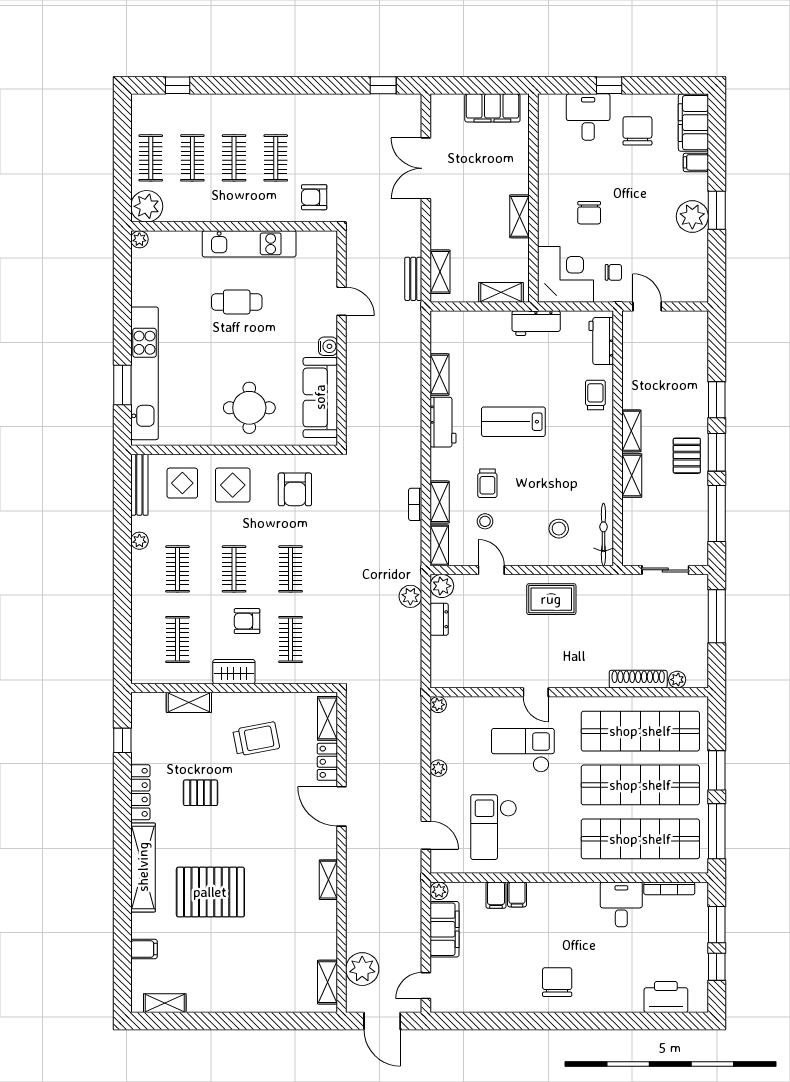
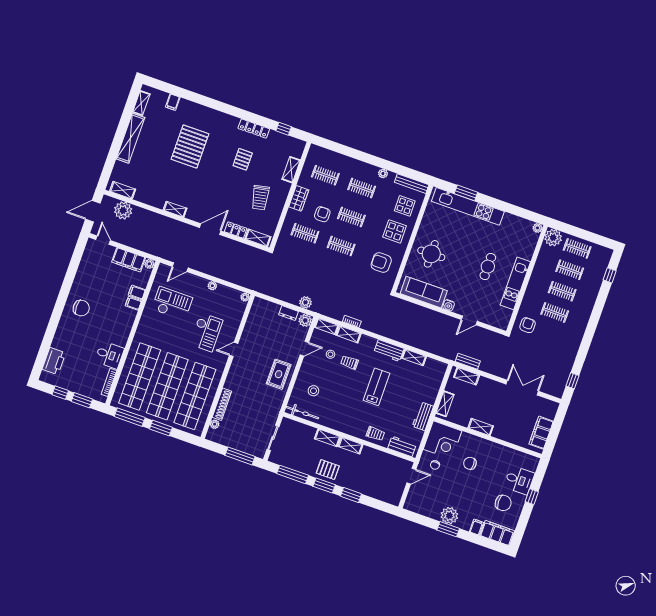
shelving: (143, 867) -> (130, 138), moved, turned 90

